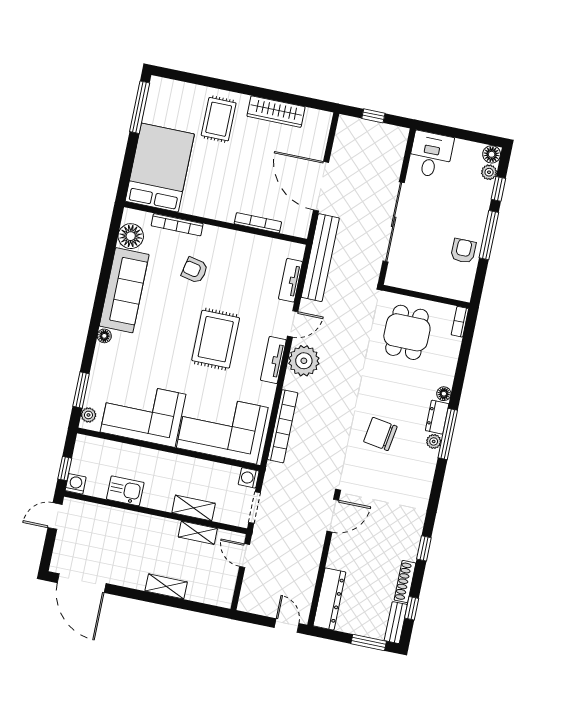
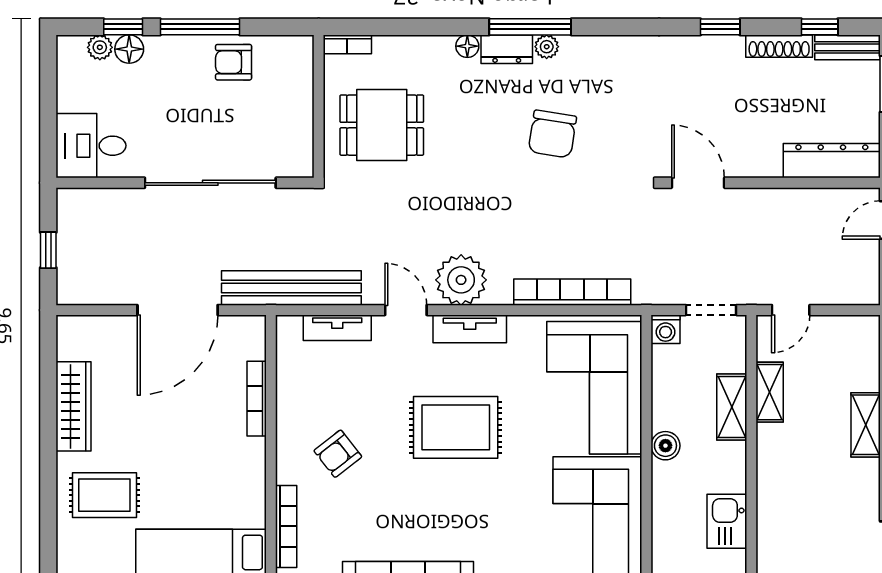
floor lamp: (492, 154) -> (129, 49), moved
armchair: (195, 270) -> (338, 454), moved, turned 40
boiler: (179, 463) -> (665, 446), added

